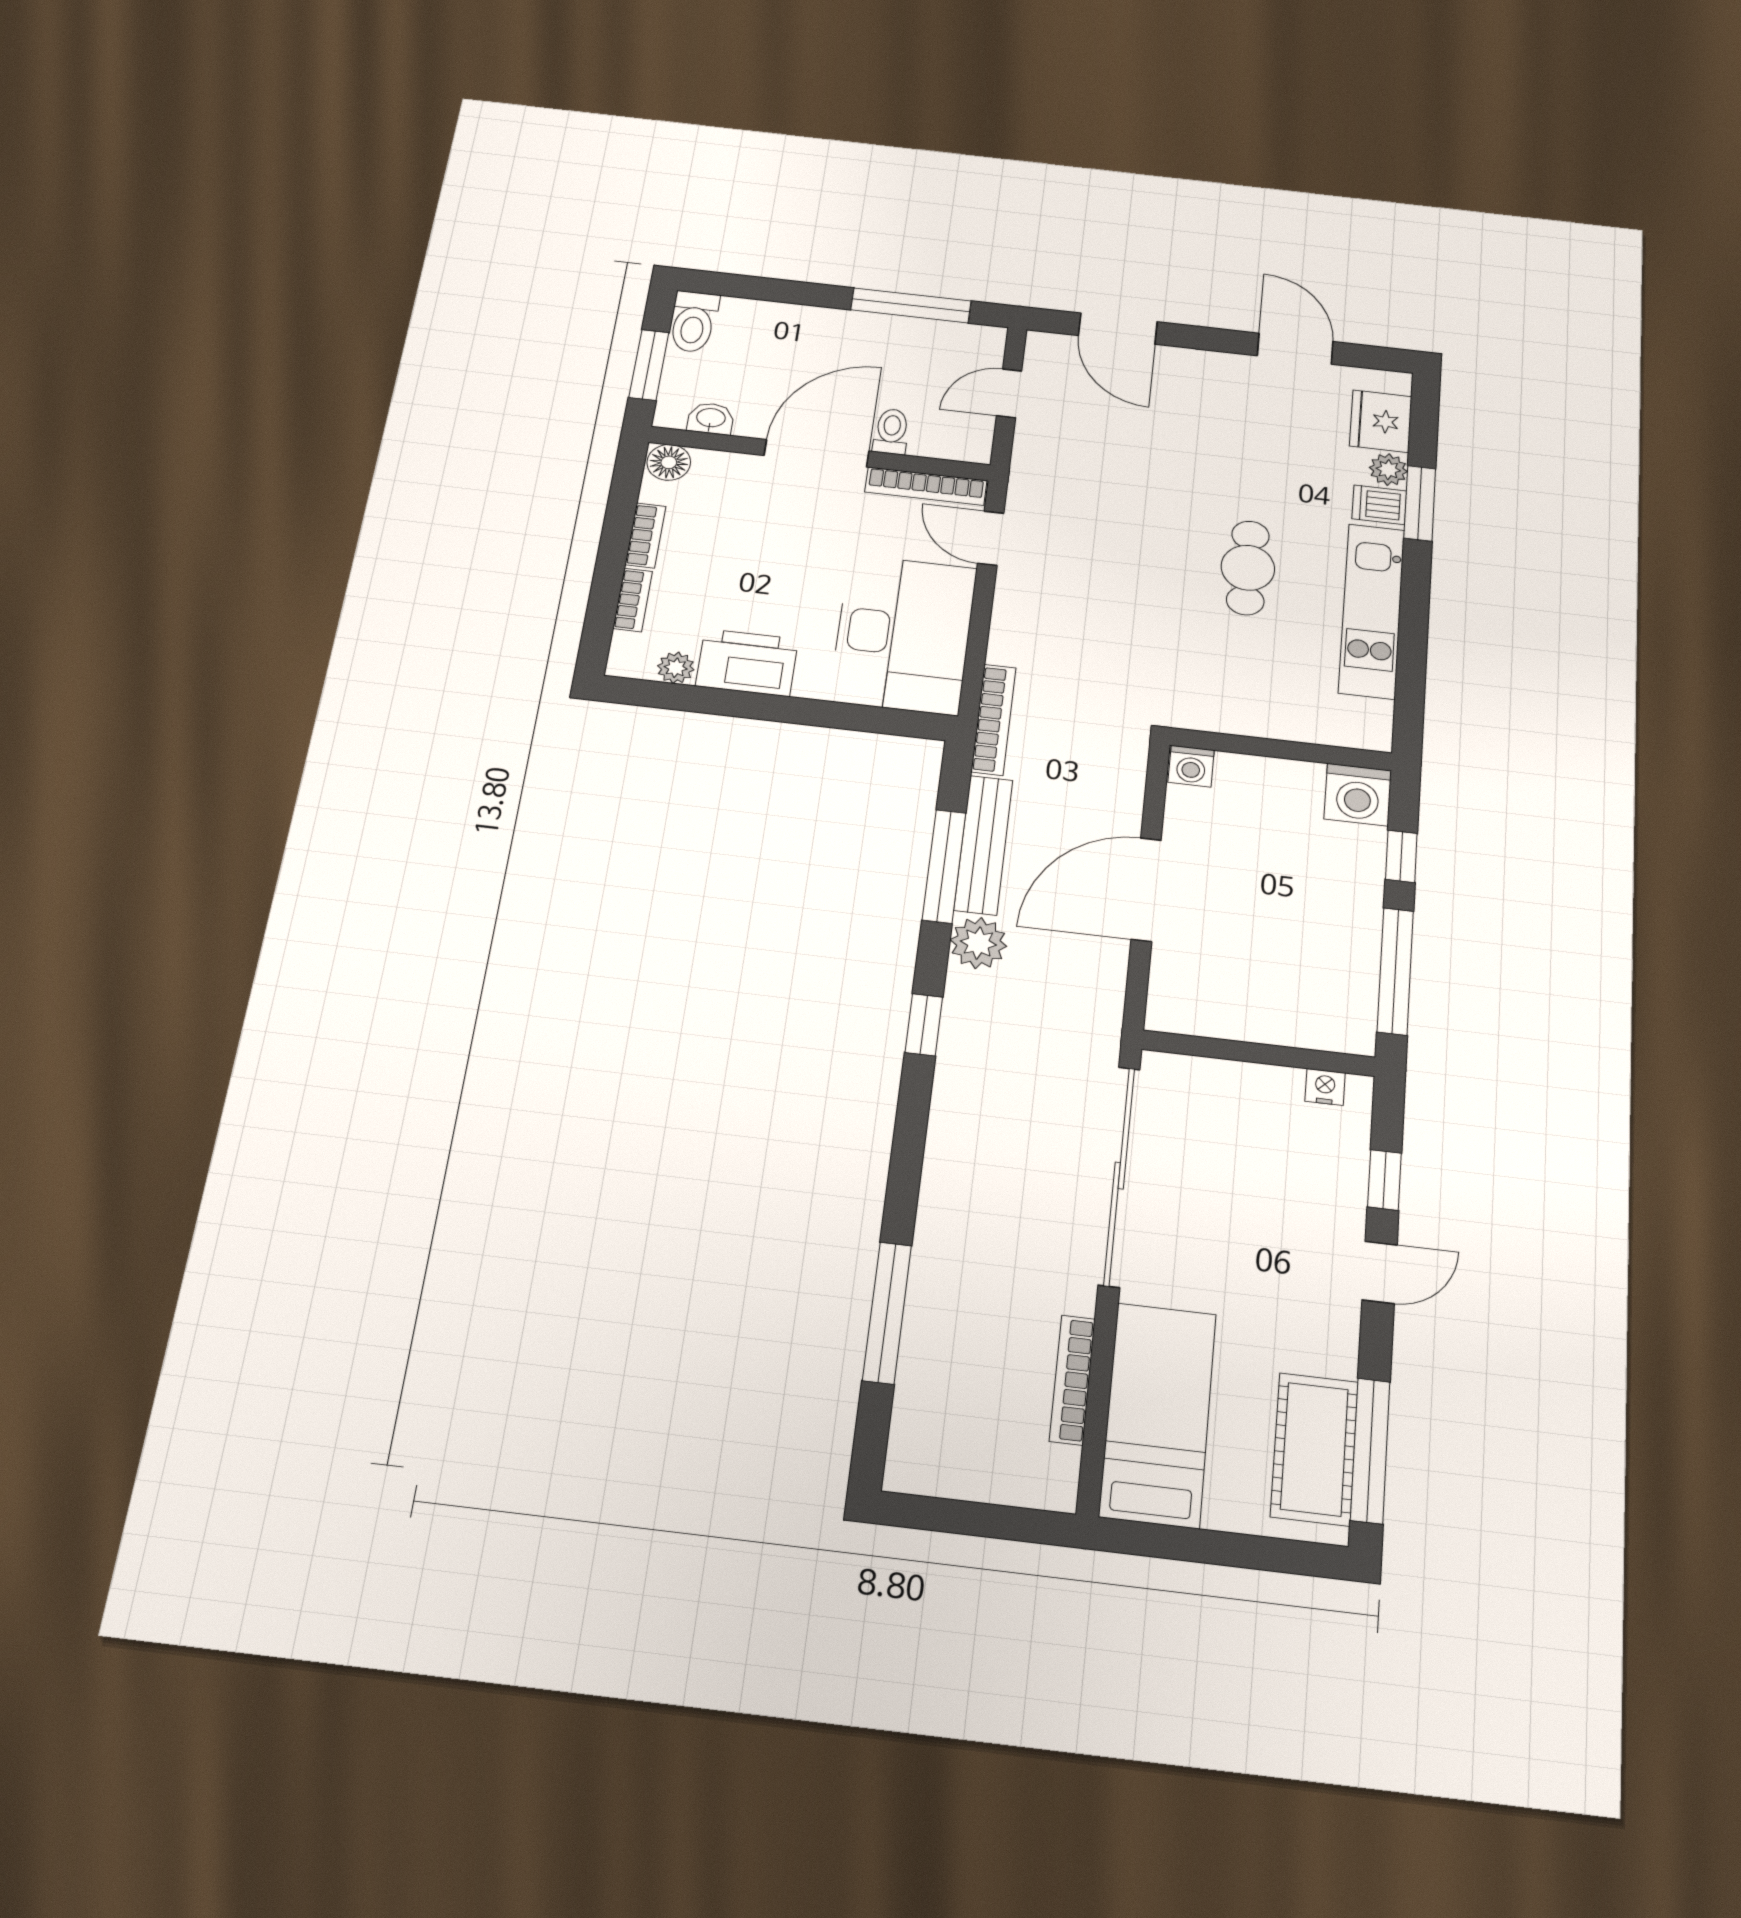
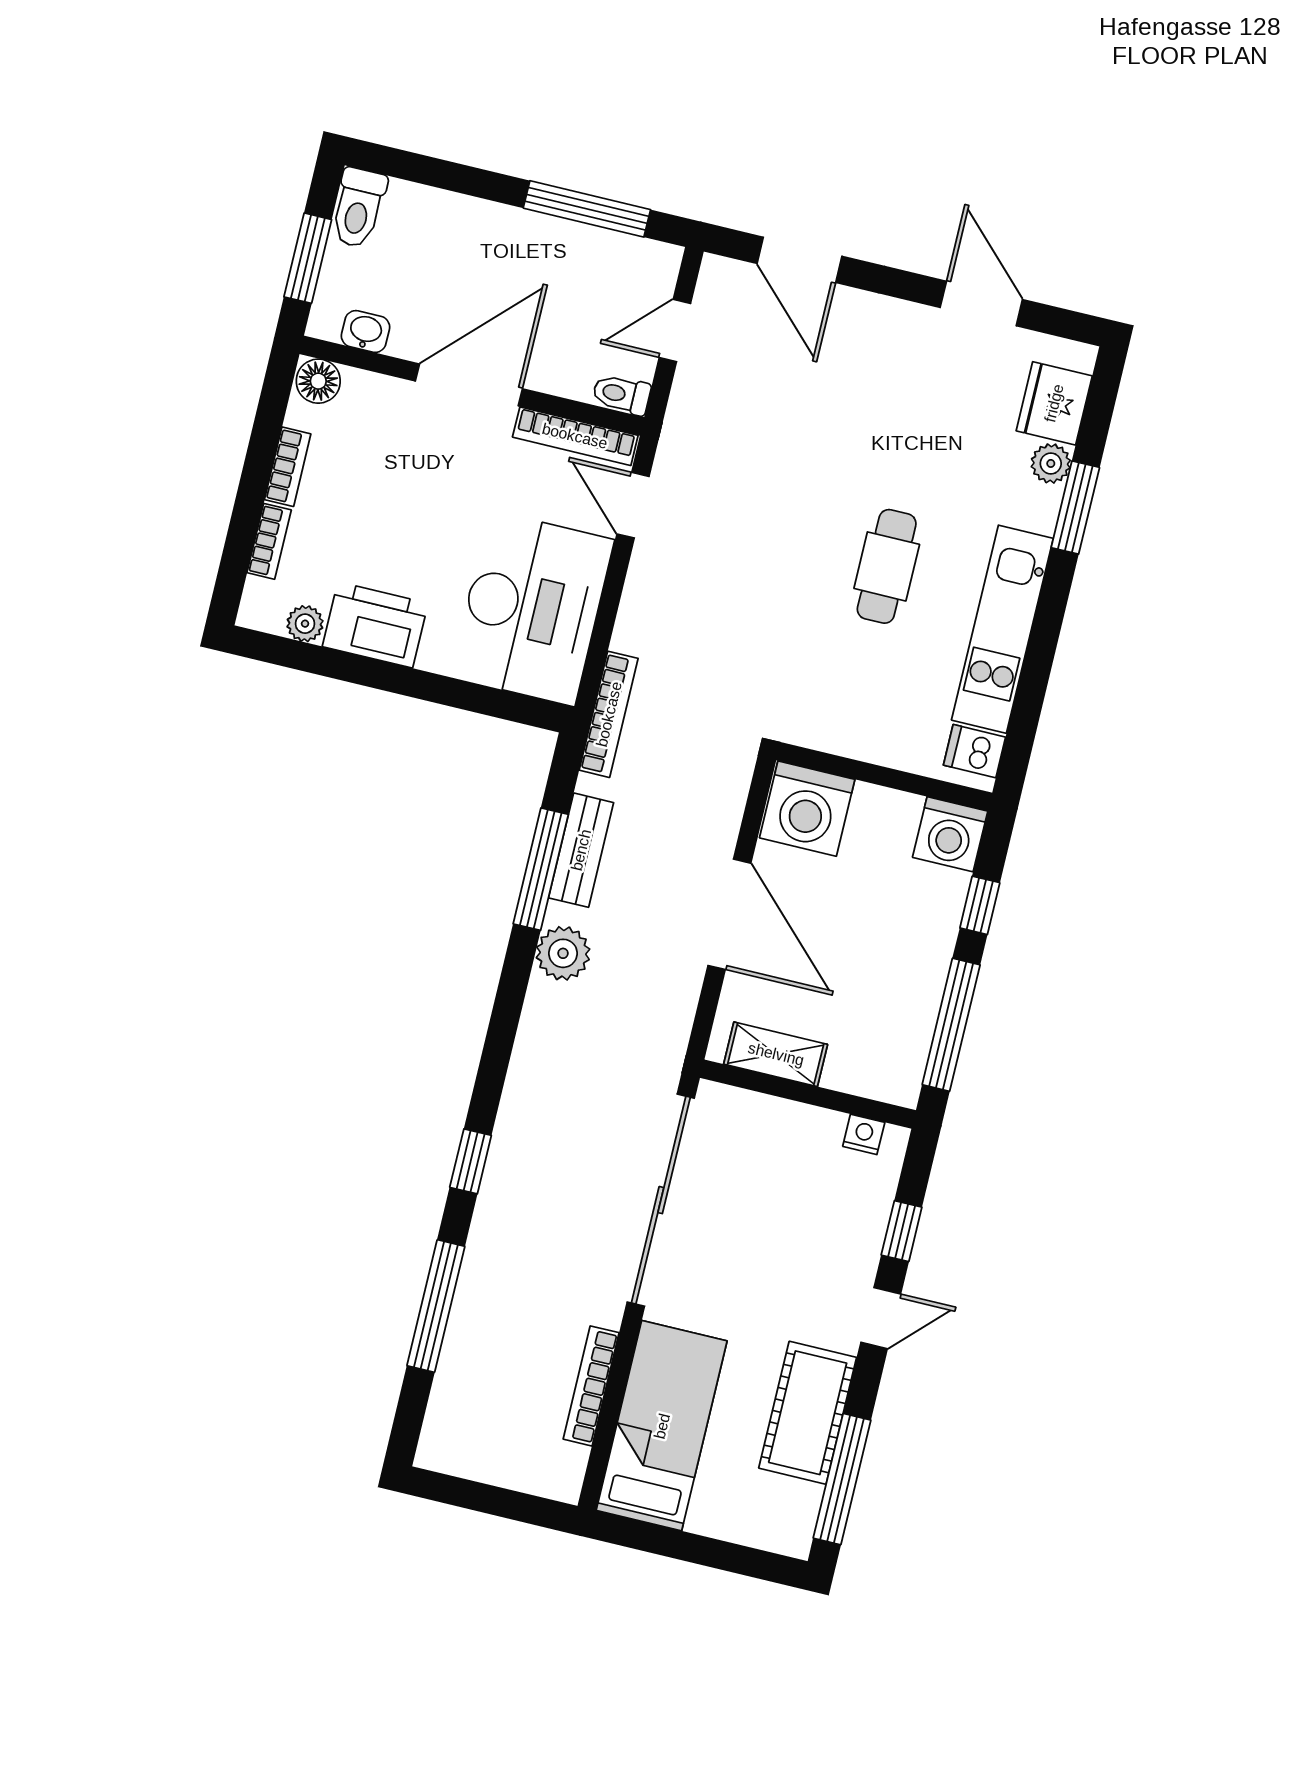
toilet: (891, 431) -> (621, 394), moved, turned -90
dishwasher: (1379, 505) -> (974, 751), moved
washing machine: (1191, 766) -> (807, 809), width x1.89, depth x1.89
bench: (983, 845) -> (581, 850), width x0.73
door: (1146, 889) -> (729, 914), swing flipped
shelving: (1217, 1018) -> (776, 1054), added
window: (924, 1025) -> (471, 1161), moved
cot: (1314, 1449) -> (808, 1413), moved

